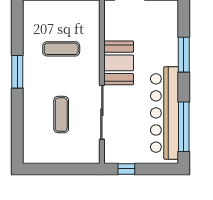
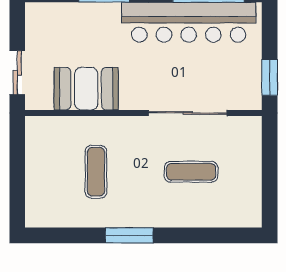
booth: (119, 63) -> (86, 89), moved
window: (126, 169) -> (270, 77), width x1.50

